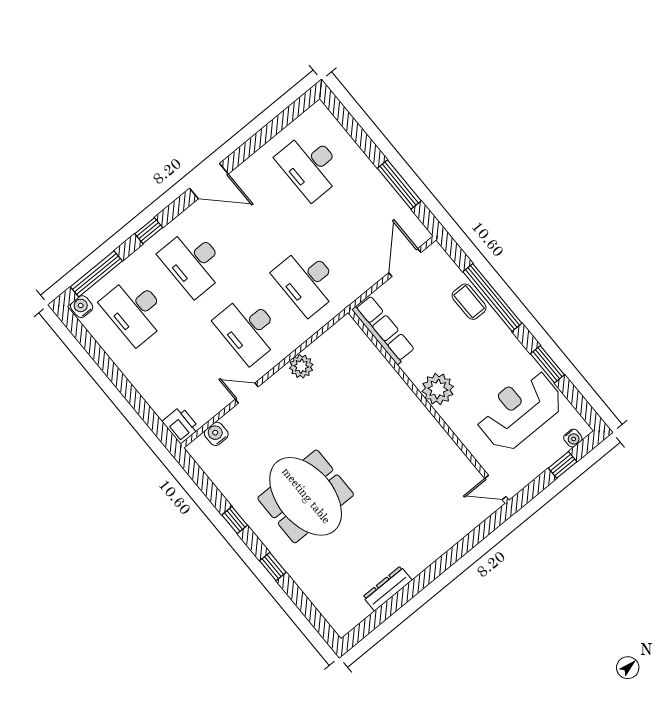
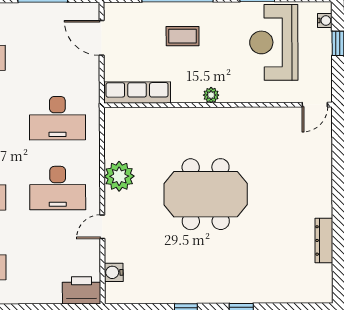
coffee table: (469, 302) -> (183, 36), moved
plant: (301, 366) -> (119, 176), width x1.36, depth x1.36
plant: (438, 389) -> (211, 95), width x0.53, depth x0.53
printer: (181, 425) -> (81, 290), width x1.37, depth x1.19
meeting table: (306, 496) -> (206, 194), moved

